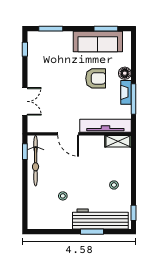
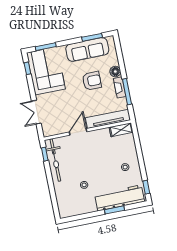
corner sofa: (45, 56) -> (46, 71), added
double door: (25, 101) -> (36, 112), swing flipped
door: (68, 134) -> (78, 132), swing flipped

